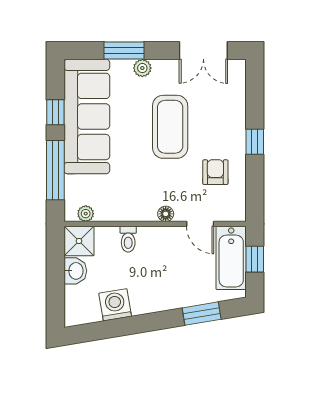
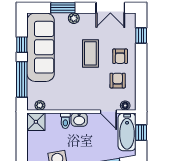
coffee table: (170, 127) -> (90, 53), width x0.73, depth x0.76
armchair: (220, 132) -> (120, 56), added
window: (255, 142) -> (141, 35), moved
floor lamp: (166, 214) -> (125, 106), moved
washbasin: (75, 271) -> (79, 120), moved, turned 90

